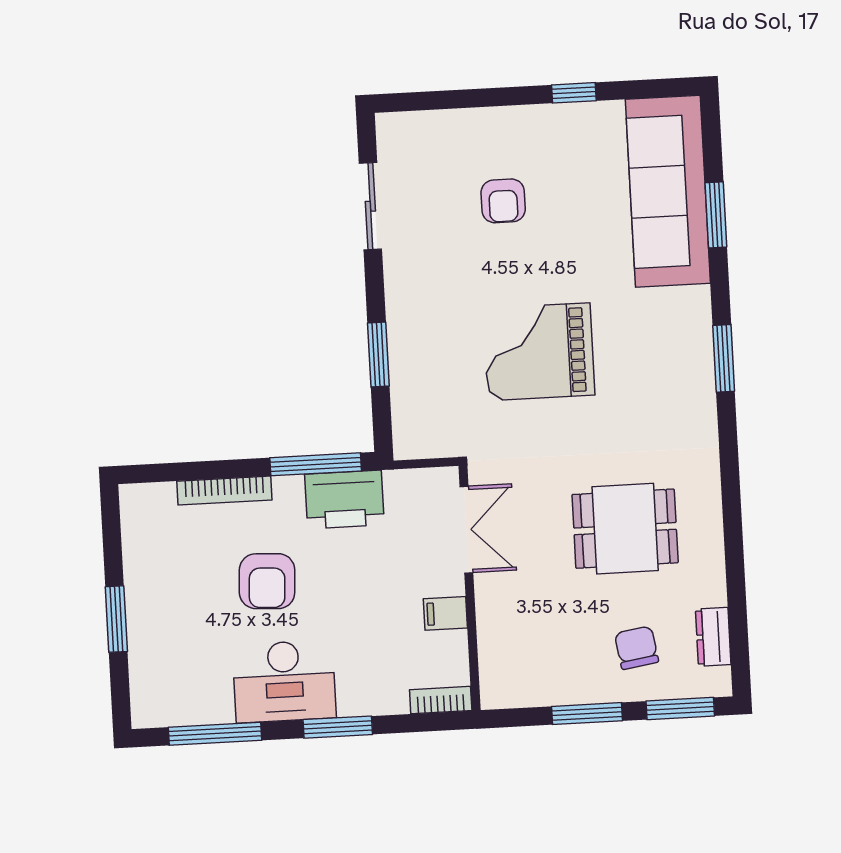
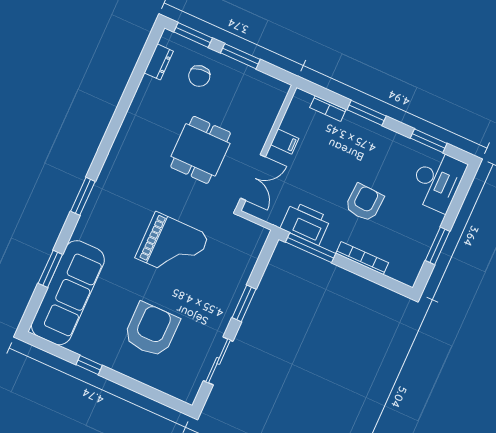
armchair: (503, 201) -> (151, 330), width x1.88, depth x1.88
window: (378, 355) -> (244, 303), moved
dining table: (625, 529) -> (201, 150), moved, turned 90
double door: (466, 530) -> (253, 177), swing flipped
window: (116, 619) -> (437, 246), moved
desk: (284, 681) -> (437, 181), moved, turned 90
bookcase: (441, 700) -> (328, 109), moved
window: (215, 734) -> (429, 141), width x0.69

